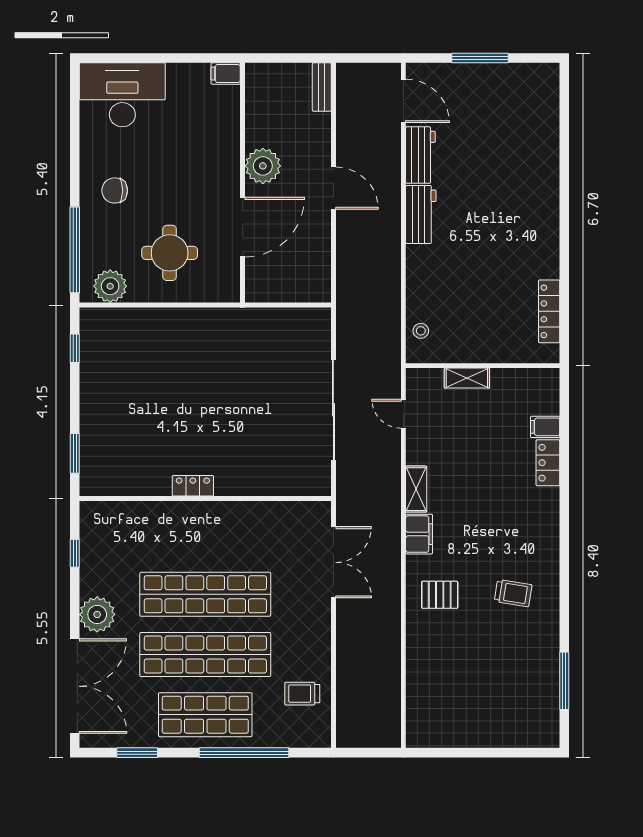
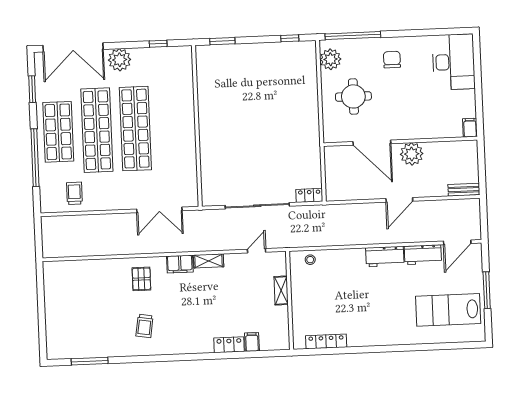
lab bench: (508, 119) -> (448, 310), added
locker: (193, 486) -> (309, 195), moved, turned -90

